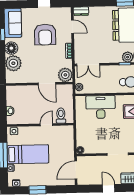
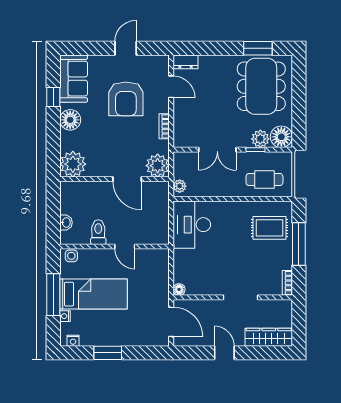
plant: (13, 63) -> (73, 164), moved
double door: (88, 65) -> (217, 150), moved
desk: (101, 107) -> (192, 225), moved, turned -90
toilet: (61, 116) -> (98, 232), moved
door: (46, 125) -> (125, 246), swing flipped
door: (76, 170) -> (171, 322), swing flipped

